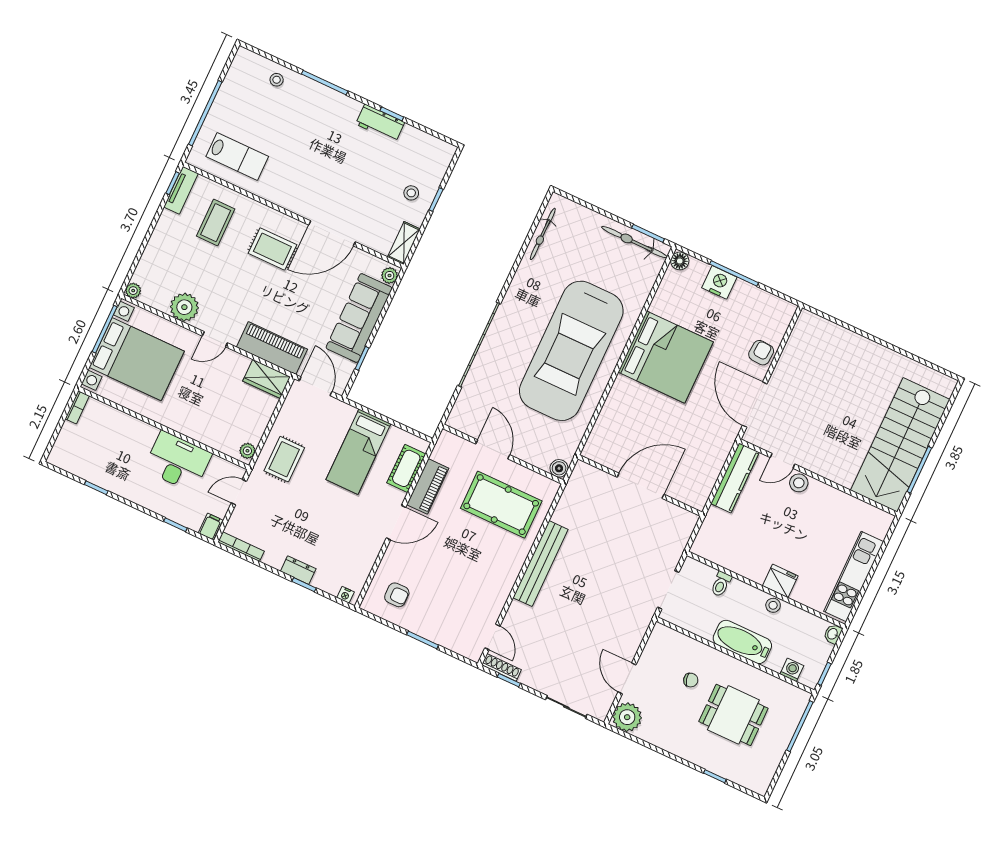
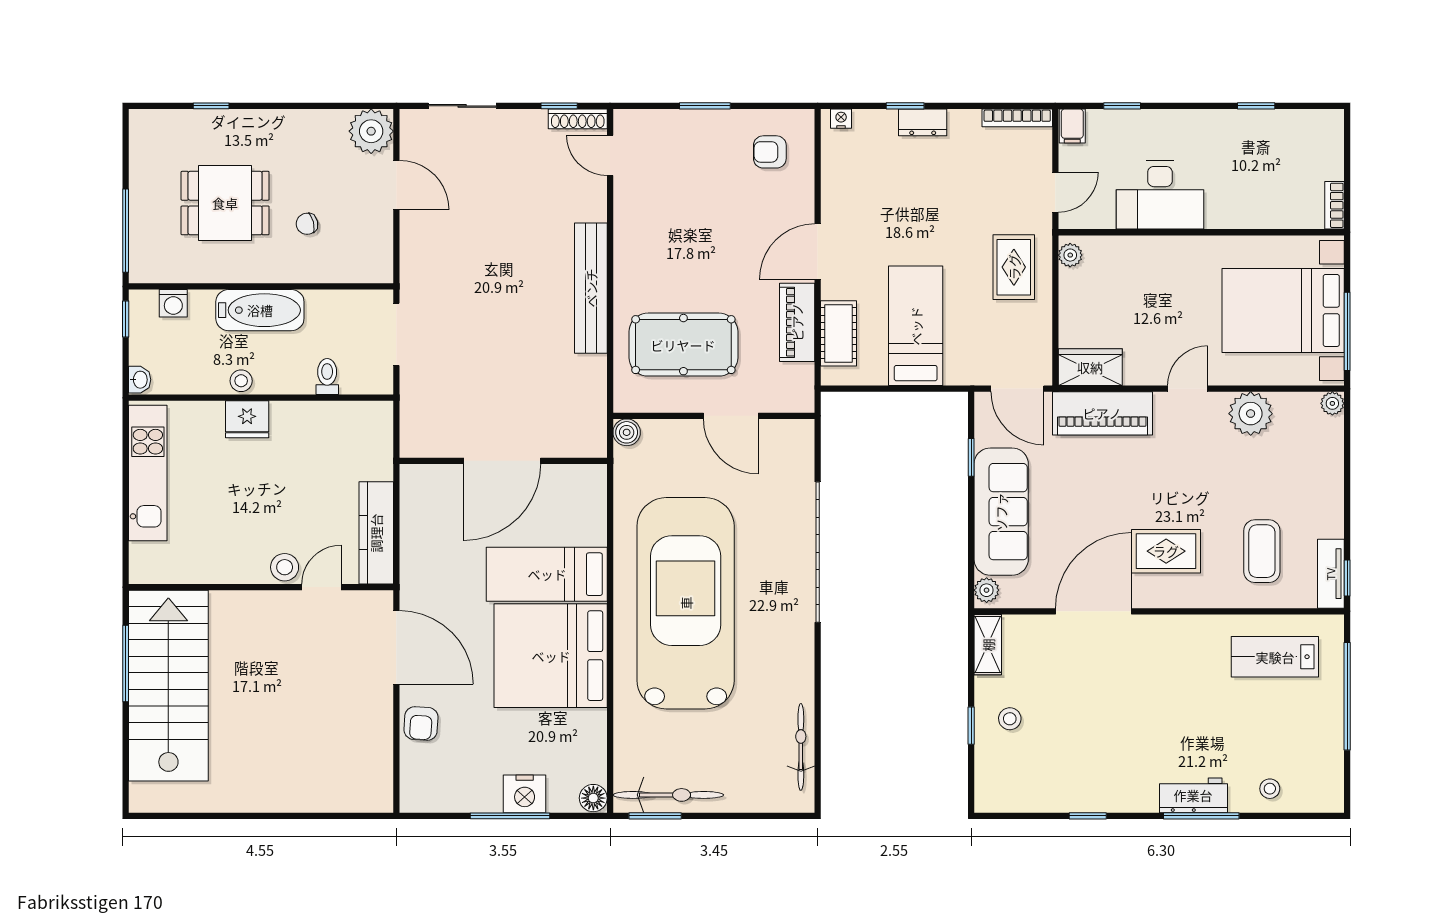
workbench: (380, 123) -> (1193, 795), moved
bed: (645, 406) -> (547, 574), added

